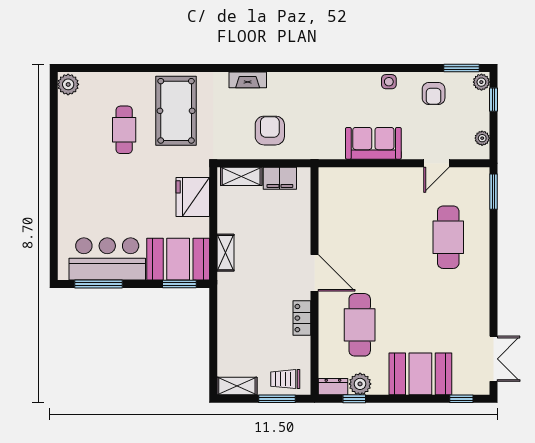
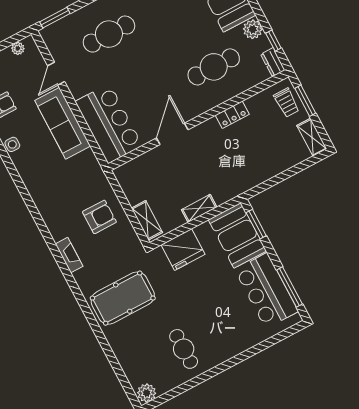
cafe table: (124, 130) -> (184, 349), moved, turned 90
armchair: (270, 131) -> (99, 217), turned 180
sofa: (373, 143) -> (63, 123), width x1.36
door: (437, 163) -> (56, 74), swing flipped
filing cabinet: (280, 178) -> (132, 189), removed
bar counter: (359, 190) -> (109, 124), added
shelving: (225, 253) -> (199, 208), moved
door: (314, 273) -> (172, 134), moved
plant: (360, 384) -> (253, 29), moved

